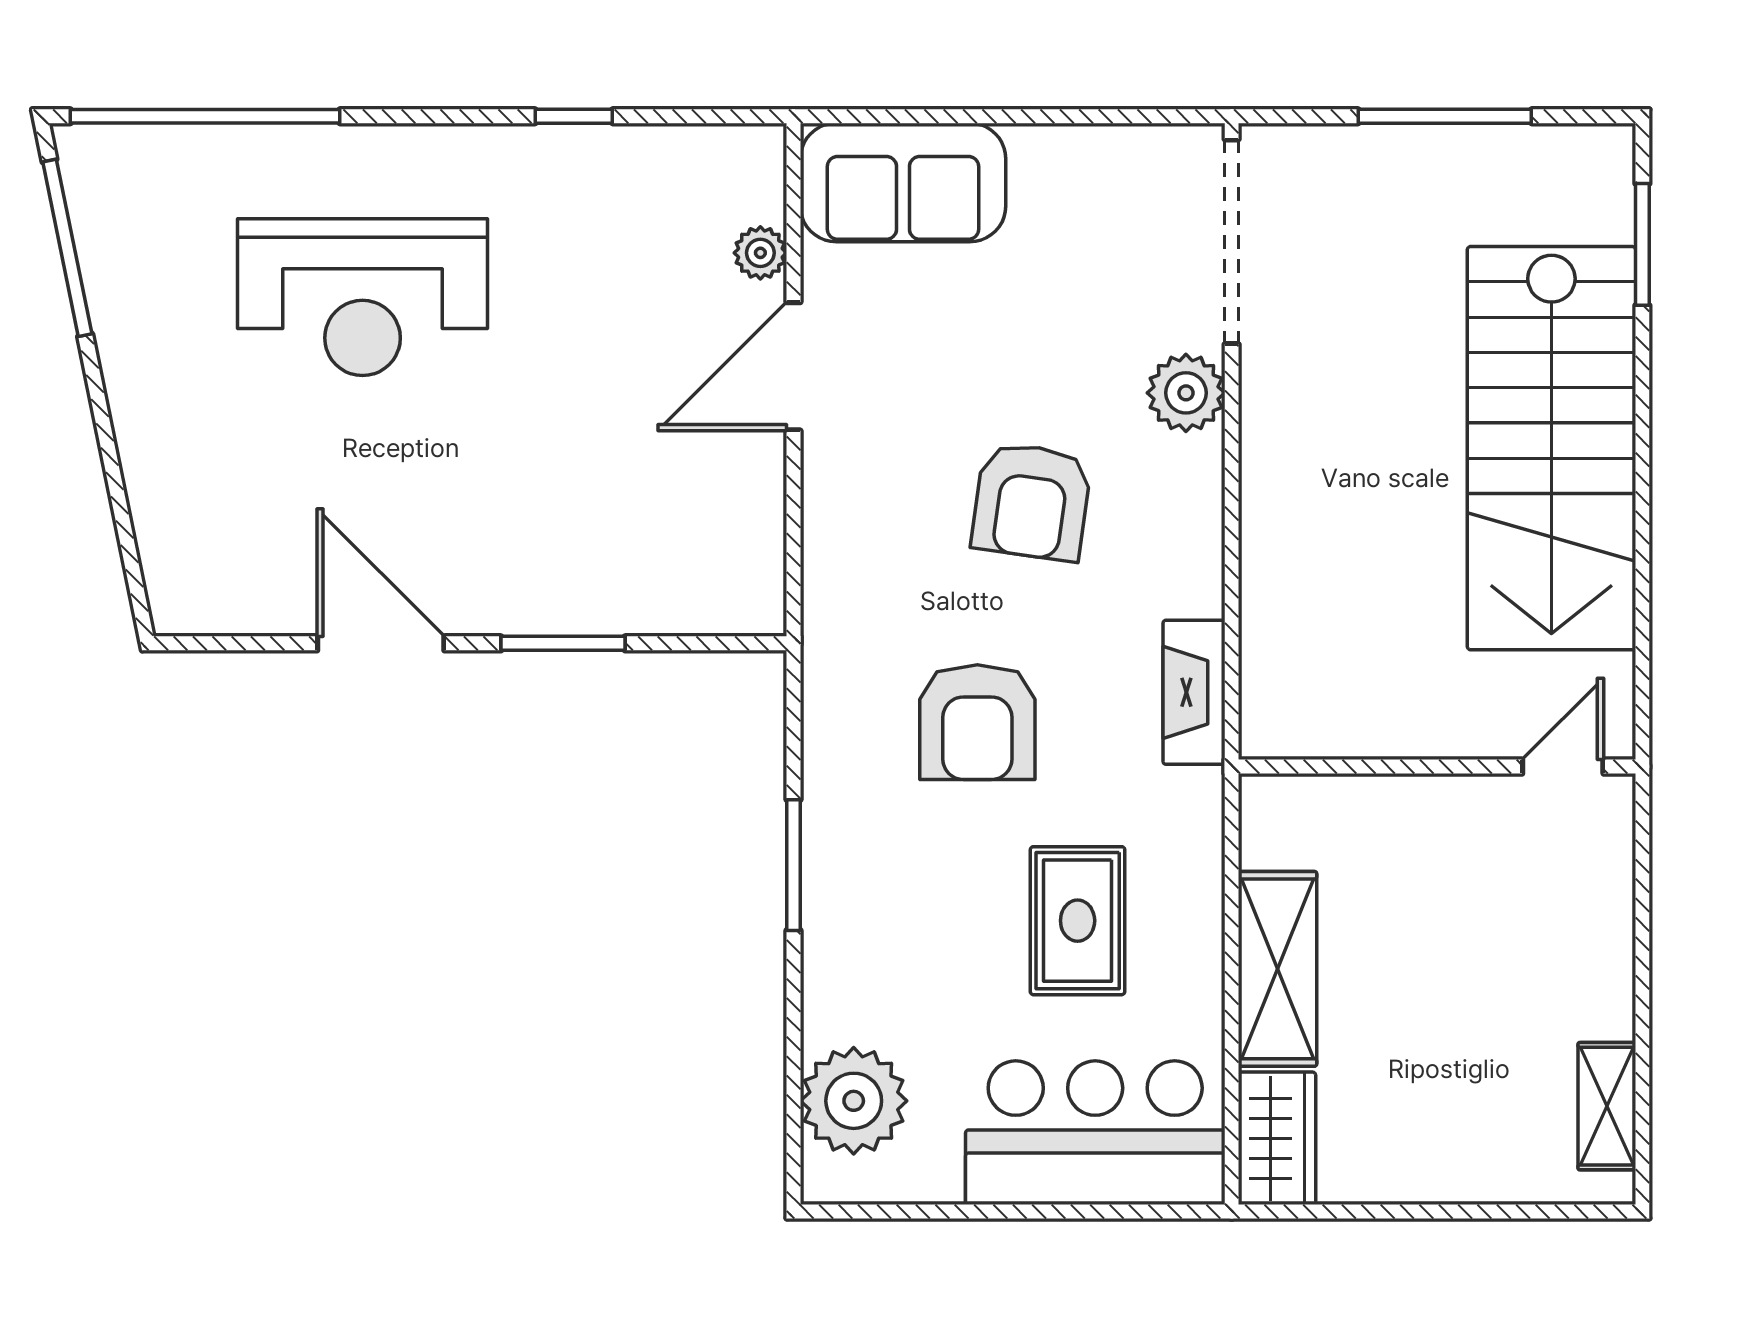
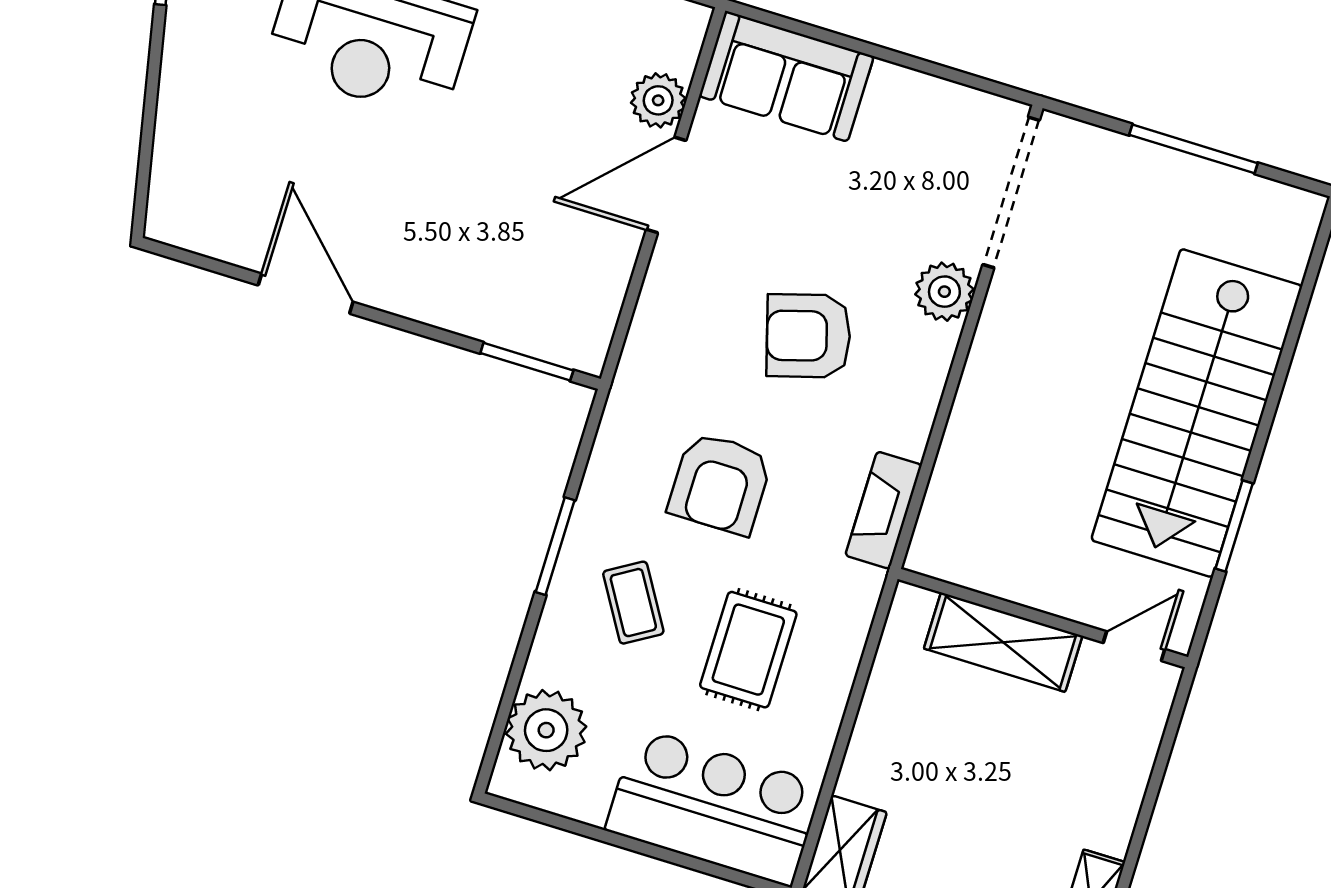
window: (1642, 244) -> (1234, 526), moved
plant: (760, 253) -> (658, 100), width x1.38, depth x1.38
armchair: (1032, 501) -> (808, 336), turned 66
window: (563, 643) -> (527, 362), moved
coffee table: (914, 906) -> (633, 603), added
shelving: (1278, 969) -> (1003, 642), moved, turned 90

